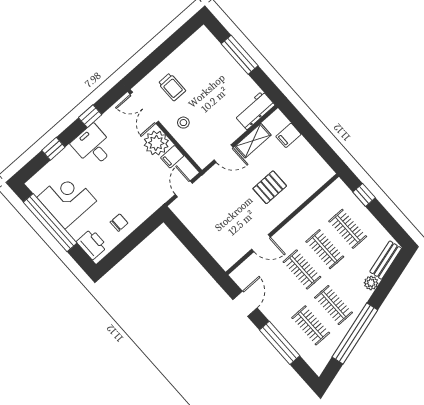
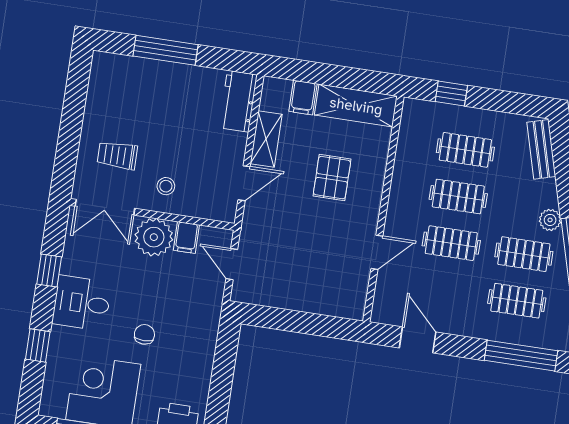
trolley: (172, 87) -> (117, 155), turned 180
shelving: (312, 161) -> (356, 106), added
chair: (119, 223) -> (144, 334), moved
plant: (371, 283) -> (550, 220), moved
window: (280, 343) -> (521, 356), moved

